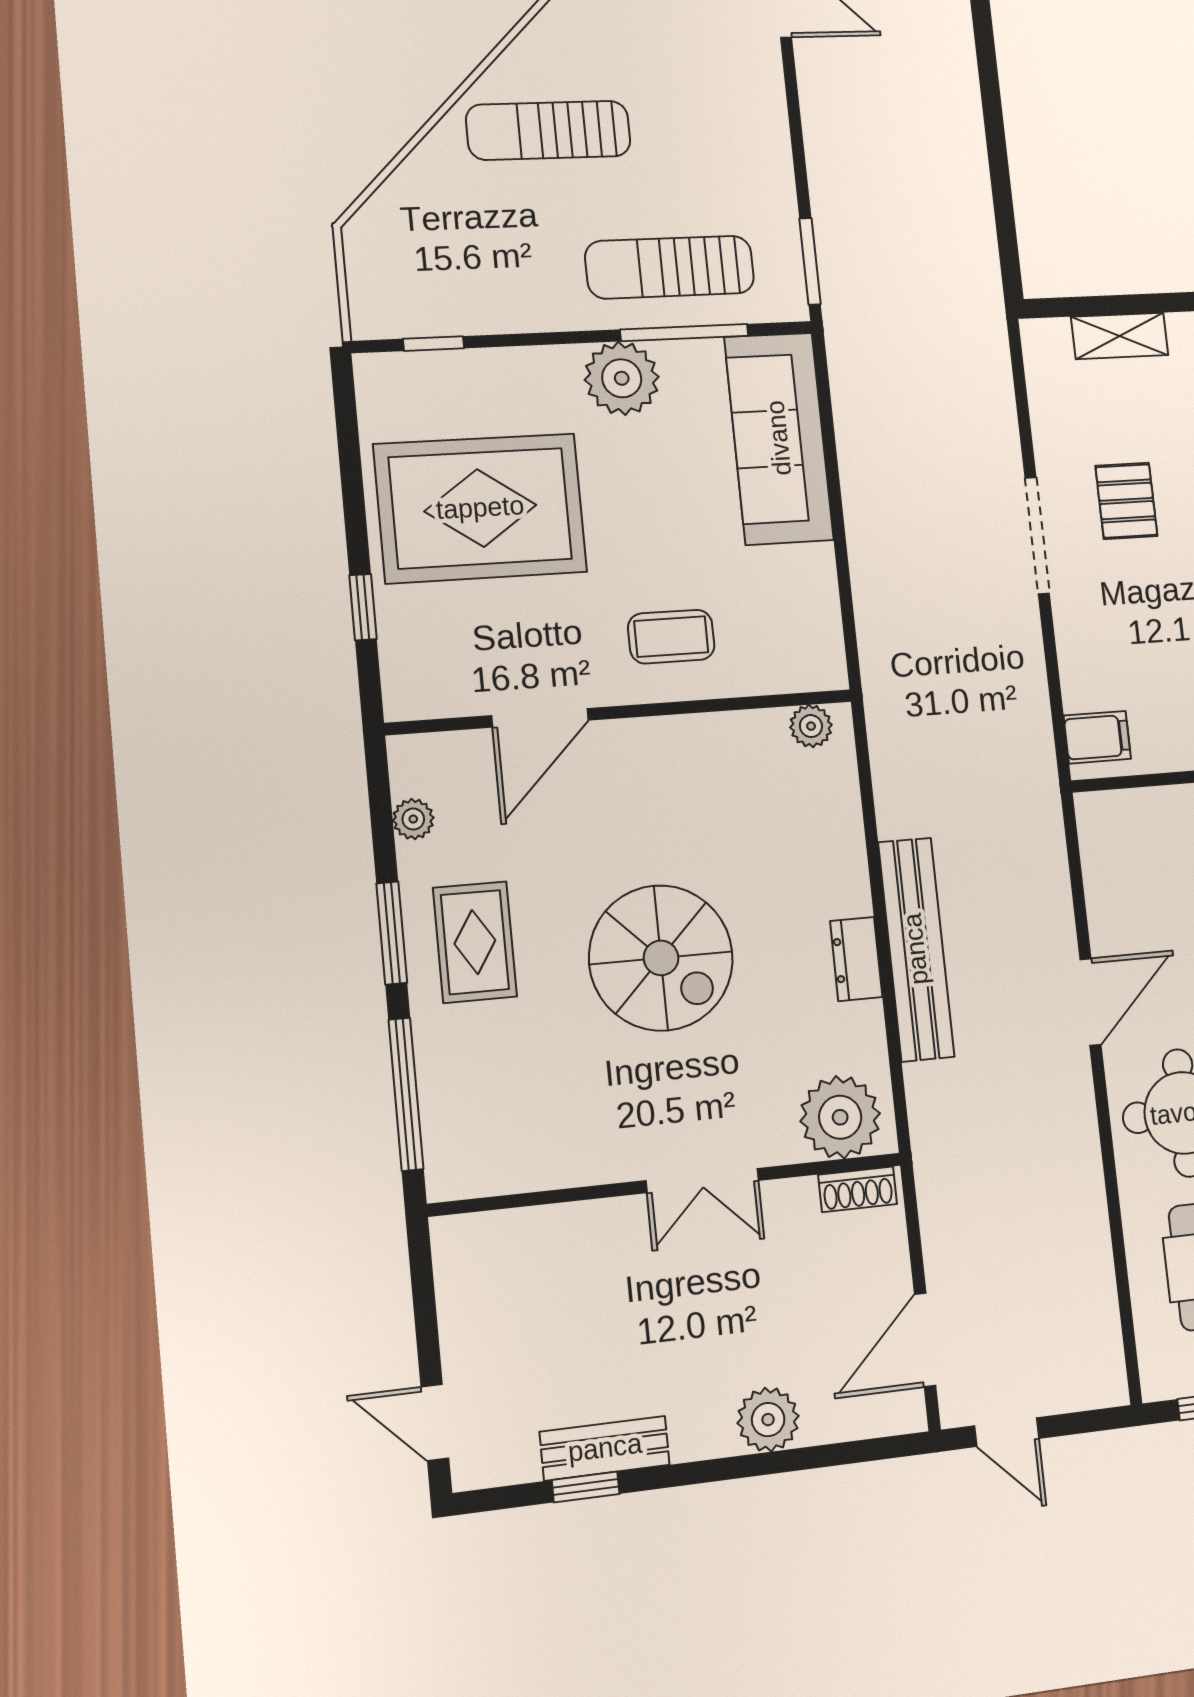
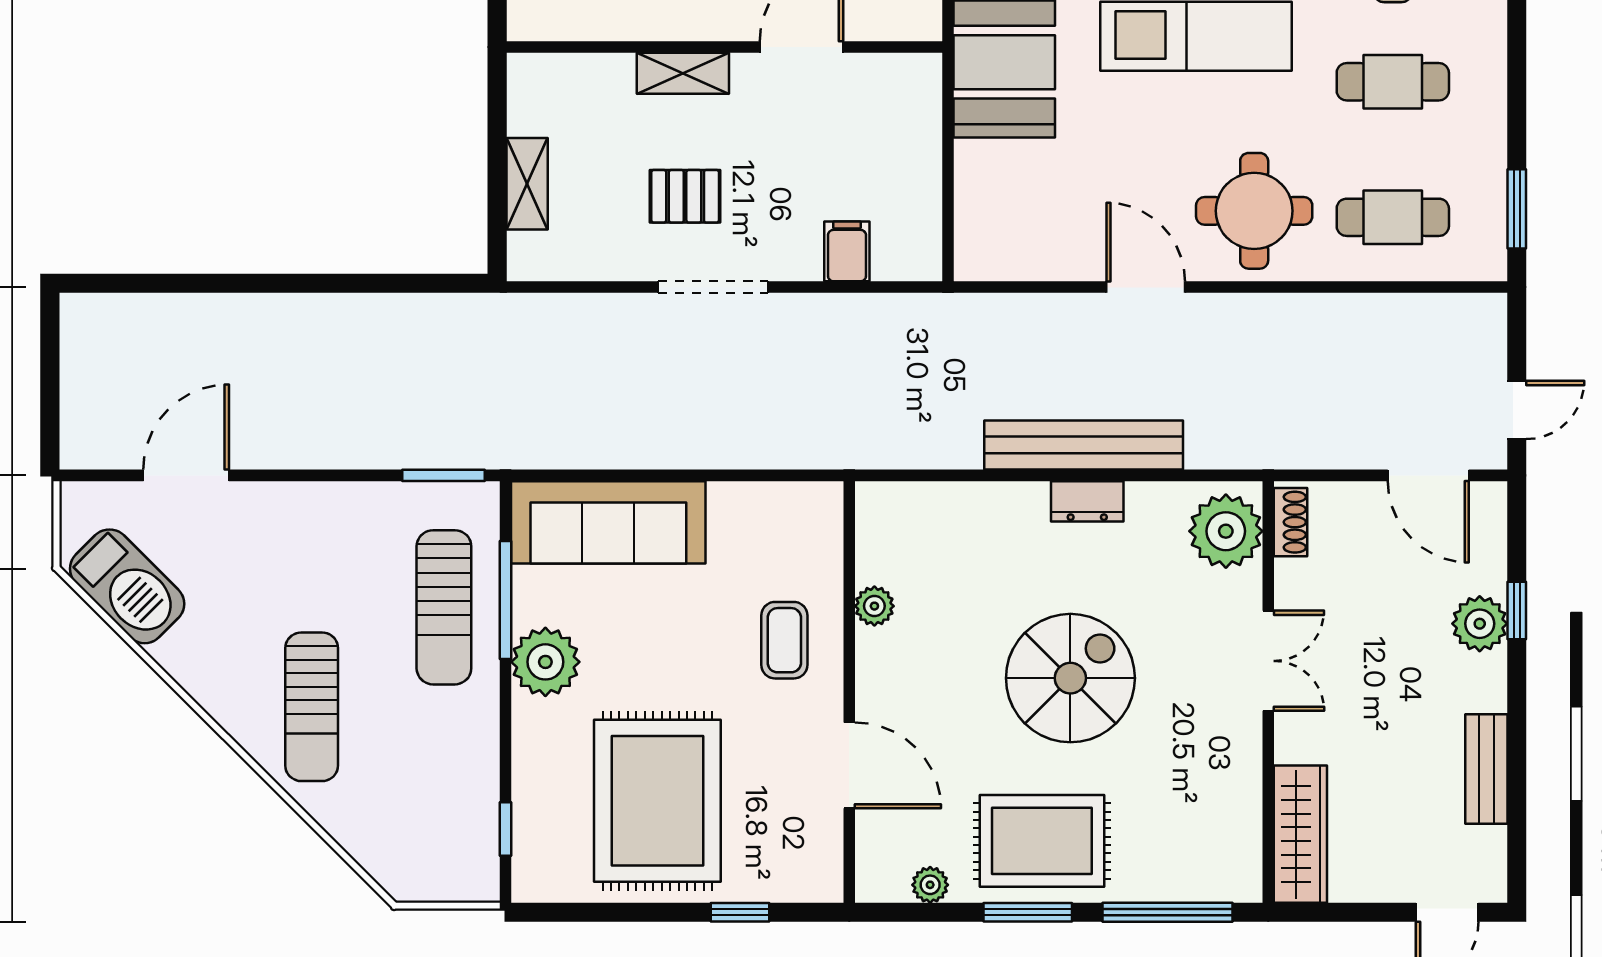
plant: (811, 726) -> (874, 606), moved
filing cabinet: (1097, 737) -> (847, 251), moved
rug: (475, 942) -> (1042, 841), width x1.36, depth x1.43
wardrobe: (510, 1239) -> (1300, 834), added
window: (586, 1487) -> (1517, 611), moved

